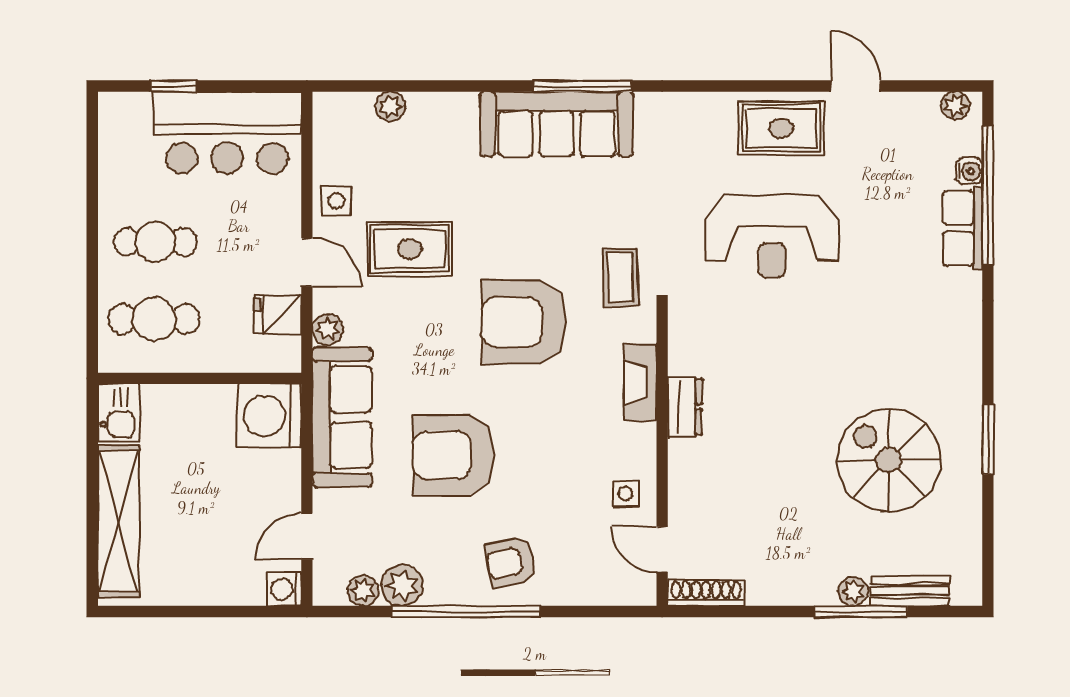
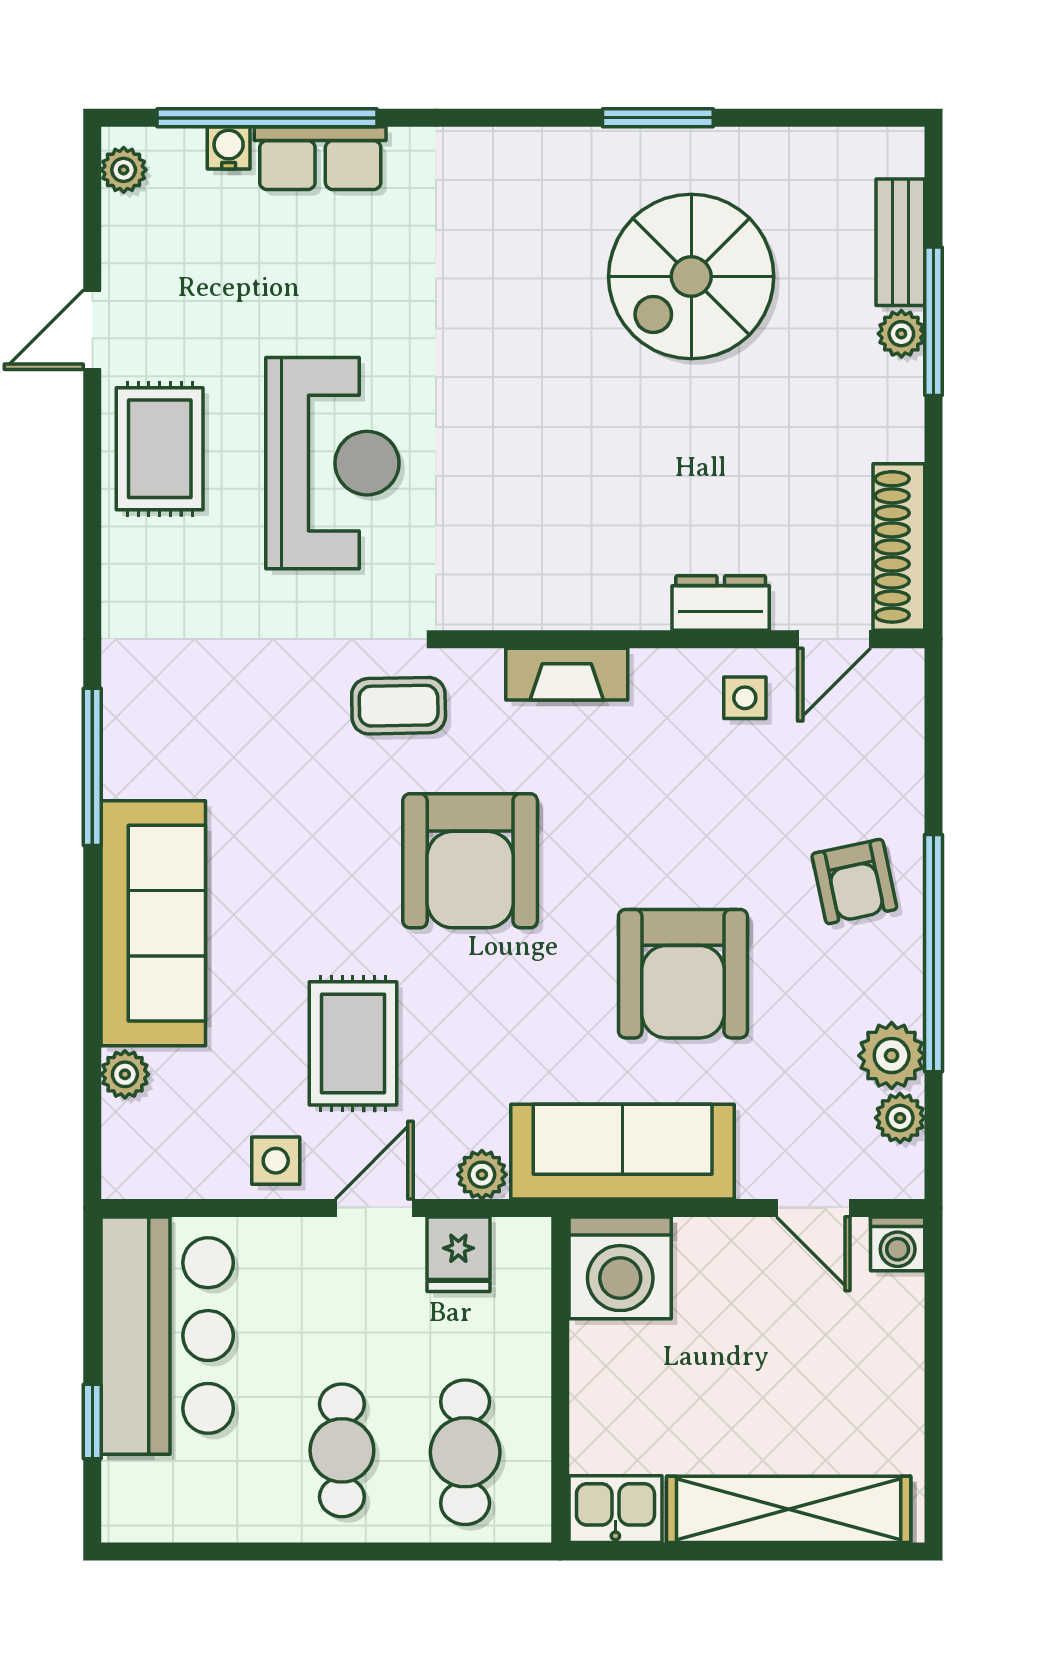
sofa: (557, 124) -> (153, 923), moved
dresser: (685, 407) -> (721, 603), moved
shoe rack: (706, 593) -> (899, 547), width x1.36, depth x1.24

